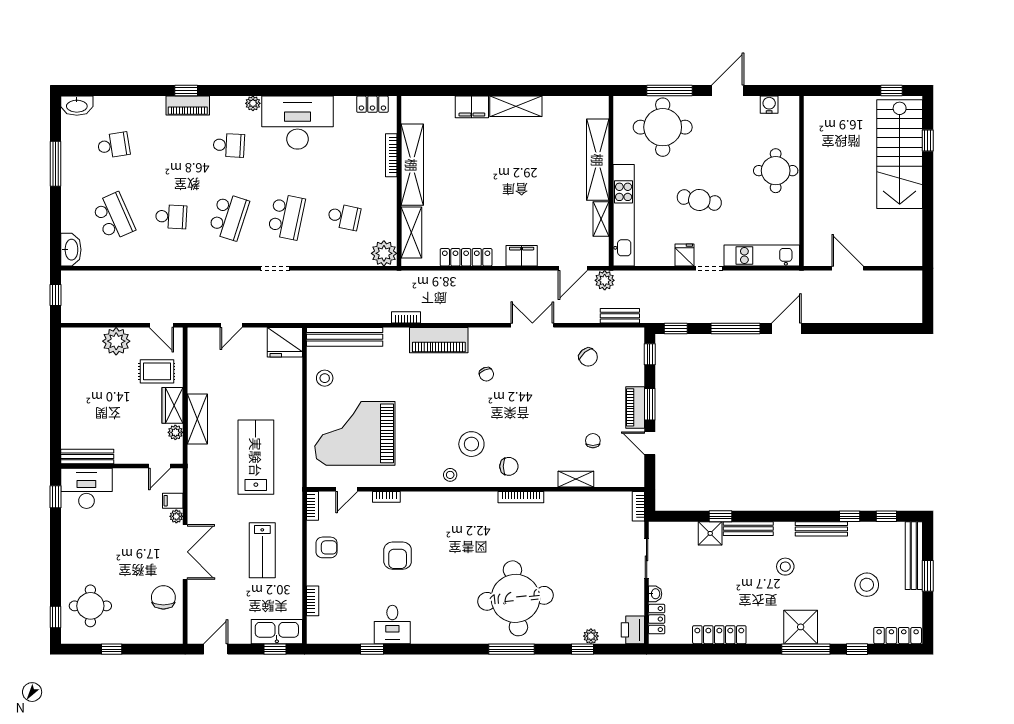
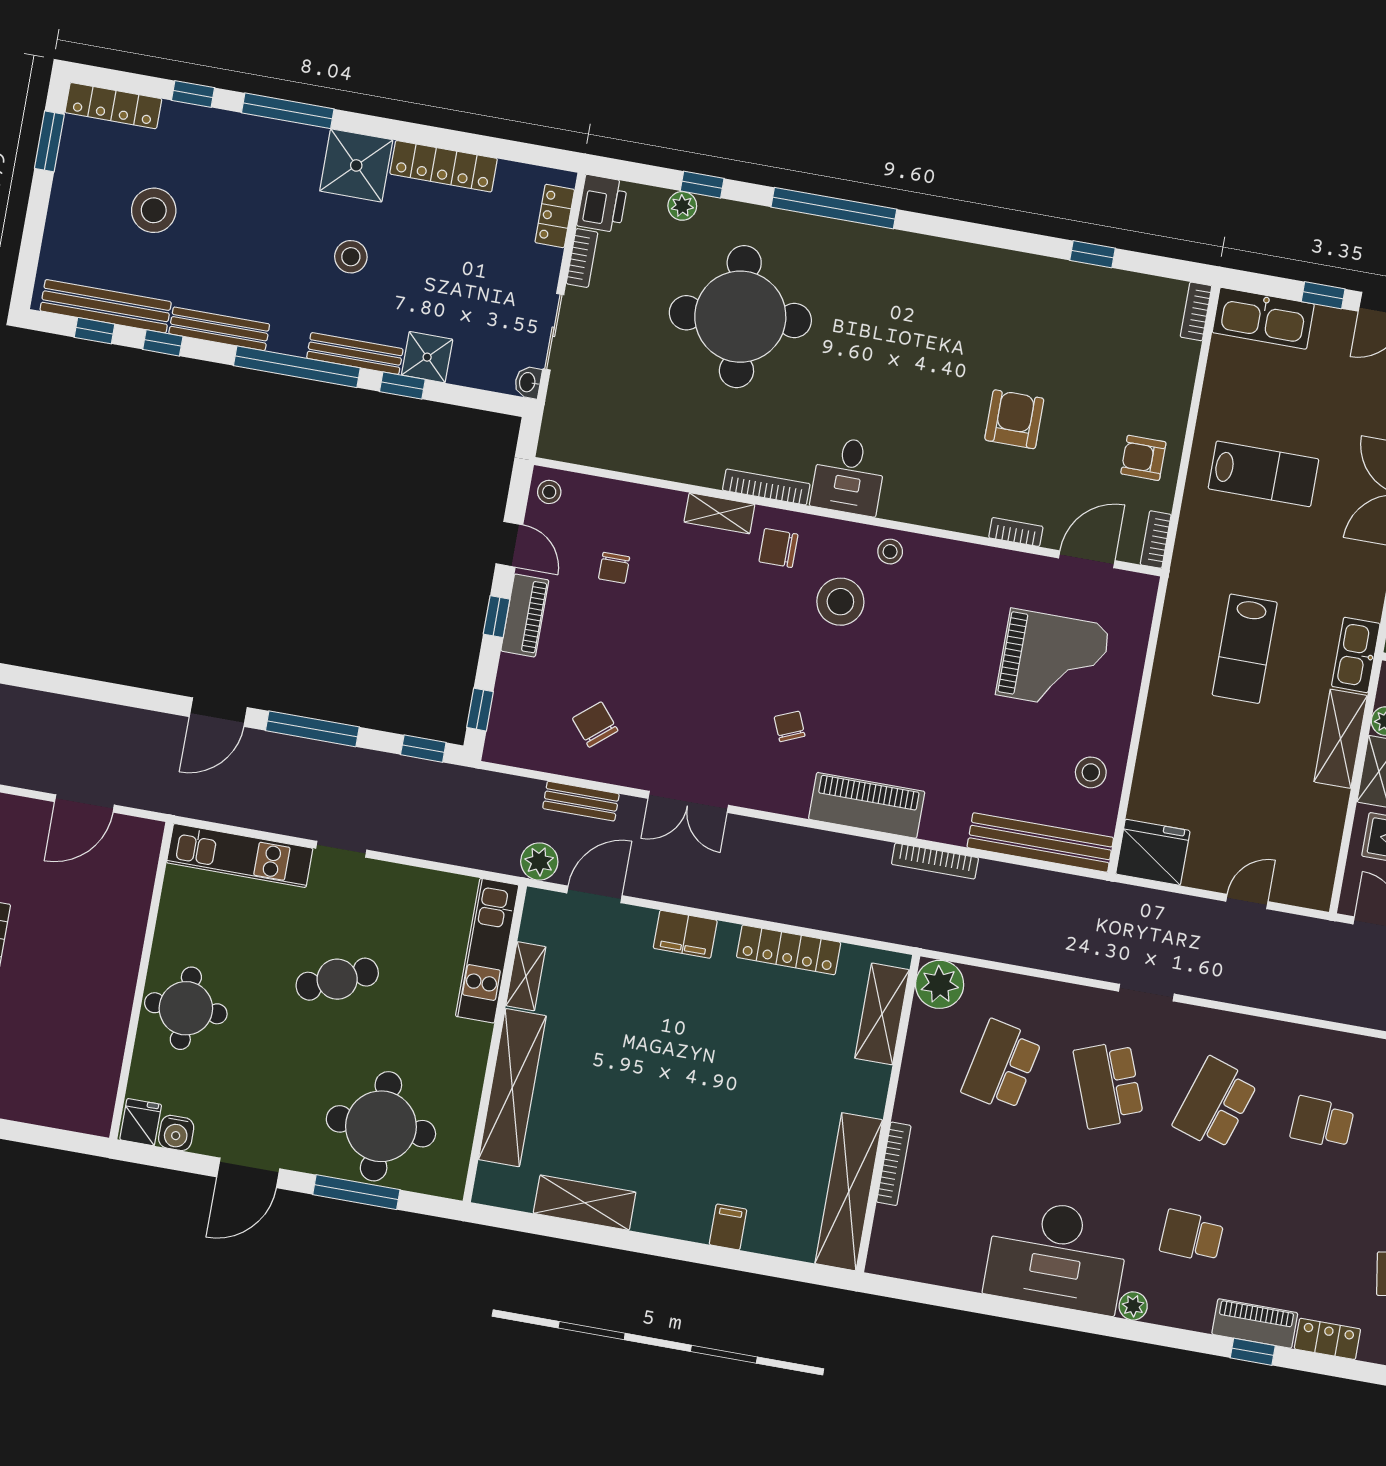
locker: (372, 104) -> (1327, 1339), moved
shelving: (516, 106) -> (585, 1203), moved
filing cabinet: (472, 107) -> (728, 1227), width x0.50
shelving: (412, 165) -> (849, 1192), moved
cafe table: (699, 200) -> (337, 979), turned -35
kitchen unit: (624, 215) -> (487, 951), width x0.73
school desk: (286, 217) -> (1108, 1085), turned -33
school desk: (344, 217) -> (1002, 1066), width x1.85
fridge: (685, 255) -> (141, 1122), moved, turned 180
door: (848, 268) -> (84, 803), hinge flipped
bench: (620, 316) -> (581, 801), moved
bookcase: (406, 317) -> (935, 861), width x1.56
window: (650, 404) -> (497, 617), width x0.67
grand piano: (355, 433) -> (1053, 660), width x0.73, depth x0.68
lab bench: (256, 457) -> (1245, 649), width x0.73, depth x0.72
kitchen sink: (197, 464) -> (1356, 655), added
stool: (634, 474) -> (549, 492), added
shelving: (576, 479) -> (719, 513), moved
door: (347, 489) -> (1087, 559), width x1.38
bookcase: (638, 506) -> (582, 258), moved
window: (777, 516) -> (297, 367), added
lab bench: (262, 550) -> (1263, 474), turned 90
bench: (914, 556) -> (106, 306), moved, turned 90
stool: (785, 567) -> (351, 257), moved
window: (928, 576) -> (49, 141), moved
washbasin: (655, 594) -> (528, 382), moved
round table: (515, 598) -> (740, 317), moved
bookcase: (313, 601) -> (1196, 311), moved
desk: (392, 624) -> (849, 476), moved, turned 180
shower: (801, 627) -> (356, 165), moved
window: (275, 649) -> (1323, 295), moved
window: (511, 649) -> (834, 208), width x1.46

